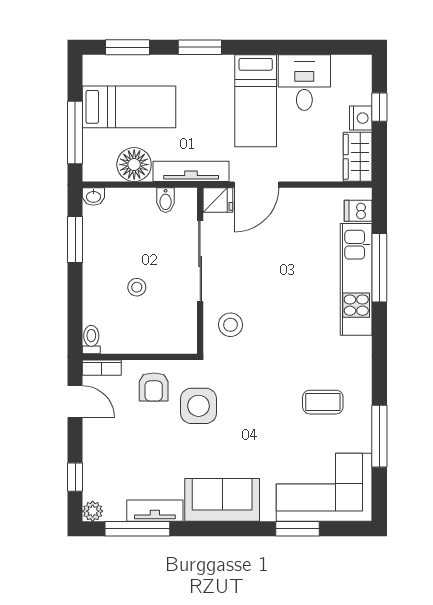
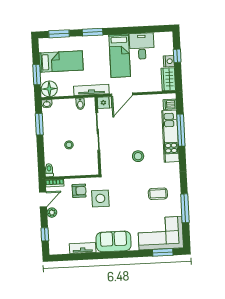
window: (75, 132) -> (37, 75), width x0.69
floor lamp: (134, 165) -> (49, 89), moved
stool: (230, 325) -> (138, 156), moved
armchair: (154, 387) -> (79, 191), turned -90
door: (75, 402) -> (43, 199), hinge flipped
plant: (93, 511) -> (52, 213), moved
window: (137, 529) -> (75, 257), removed
window: (298, 529) -> (163, 252), moved

